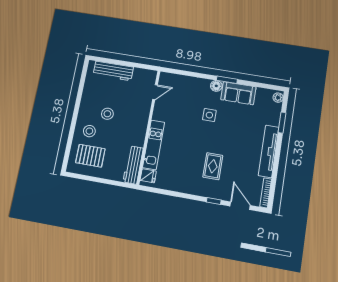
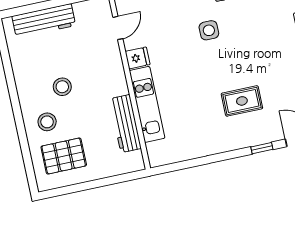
workbench: (133, 165) -> (125, 124), moved
rug: (213, 166) -> (242, 101), turned 90
fridge: (148, 176) -> (138, 58), moved

